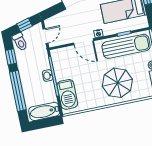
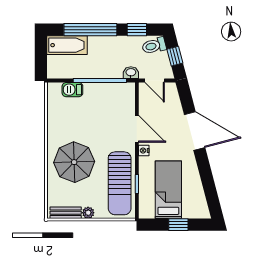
door: (84, 42) -> (137, 129), swing flipped
washbasin: (48, 76) -> (131, 73), moved
barbecue: (67, 94) -> (72, 90), width x0.53, depth x0.65
bathtub: (44, 111) -> (67, 45), moved, turned 90

